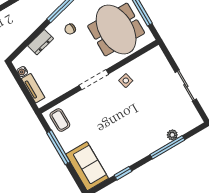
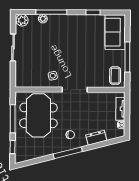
plant: (193, 120) -> (22, 20), added

